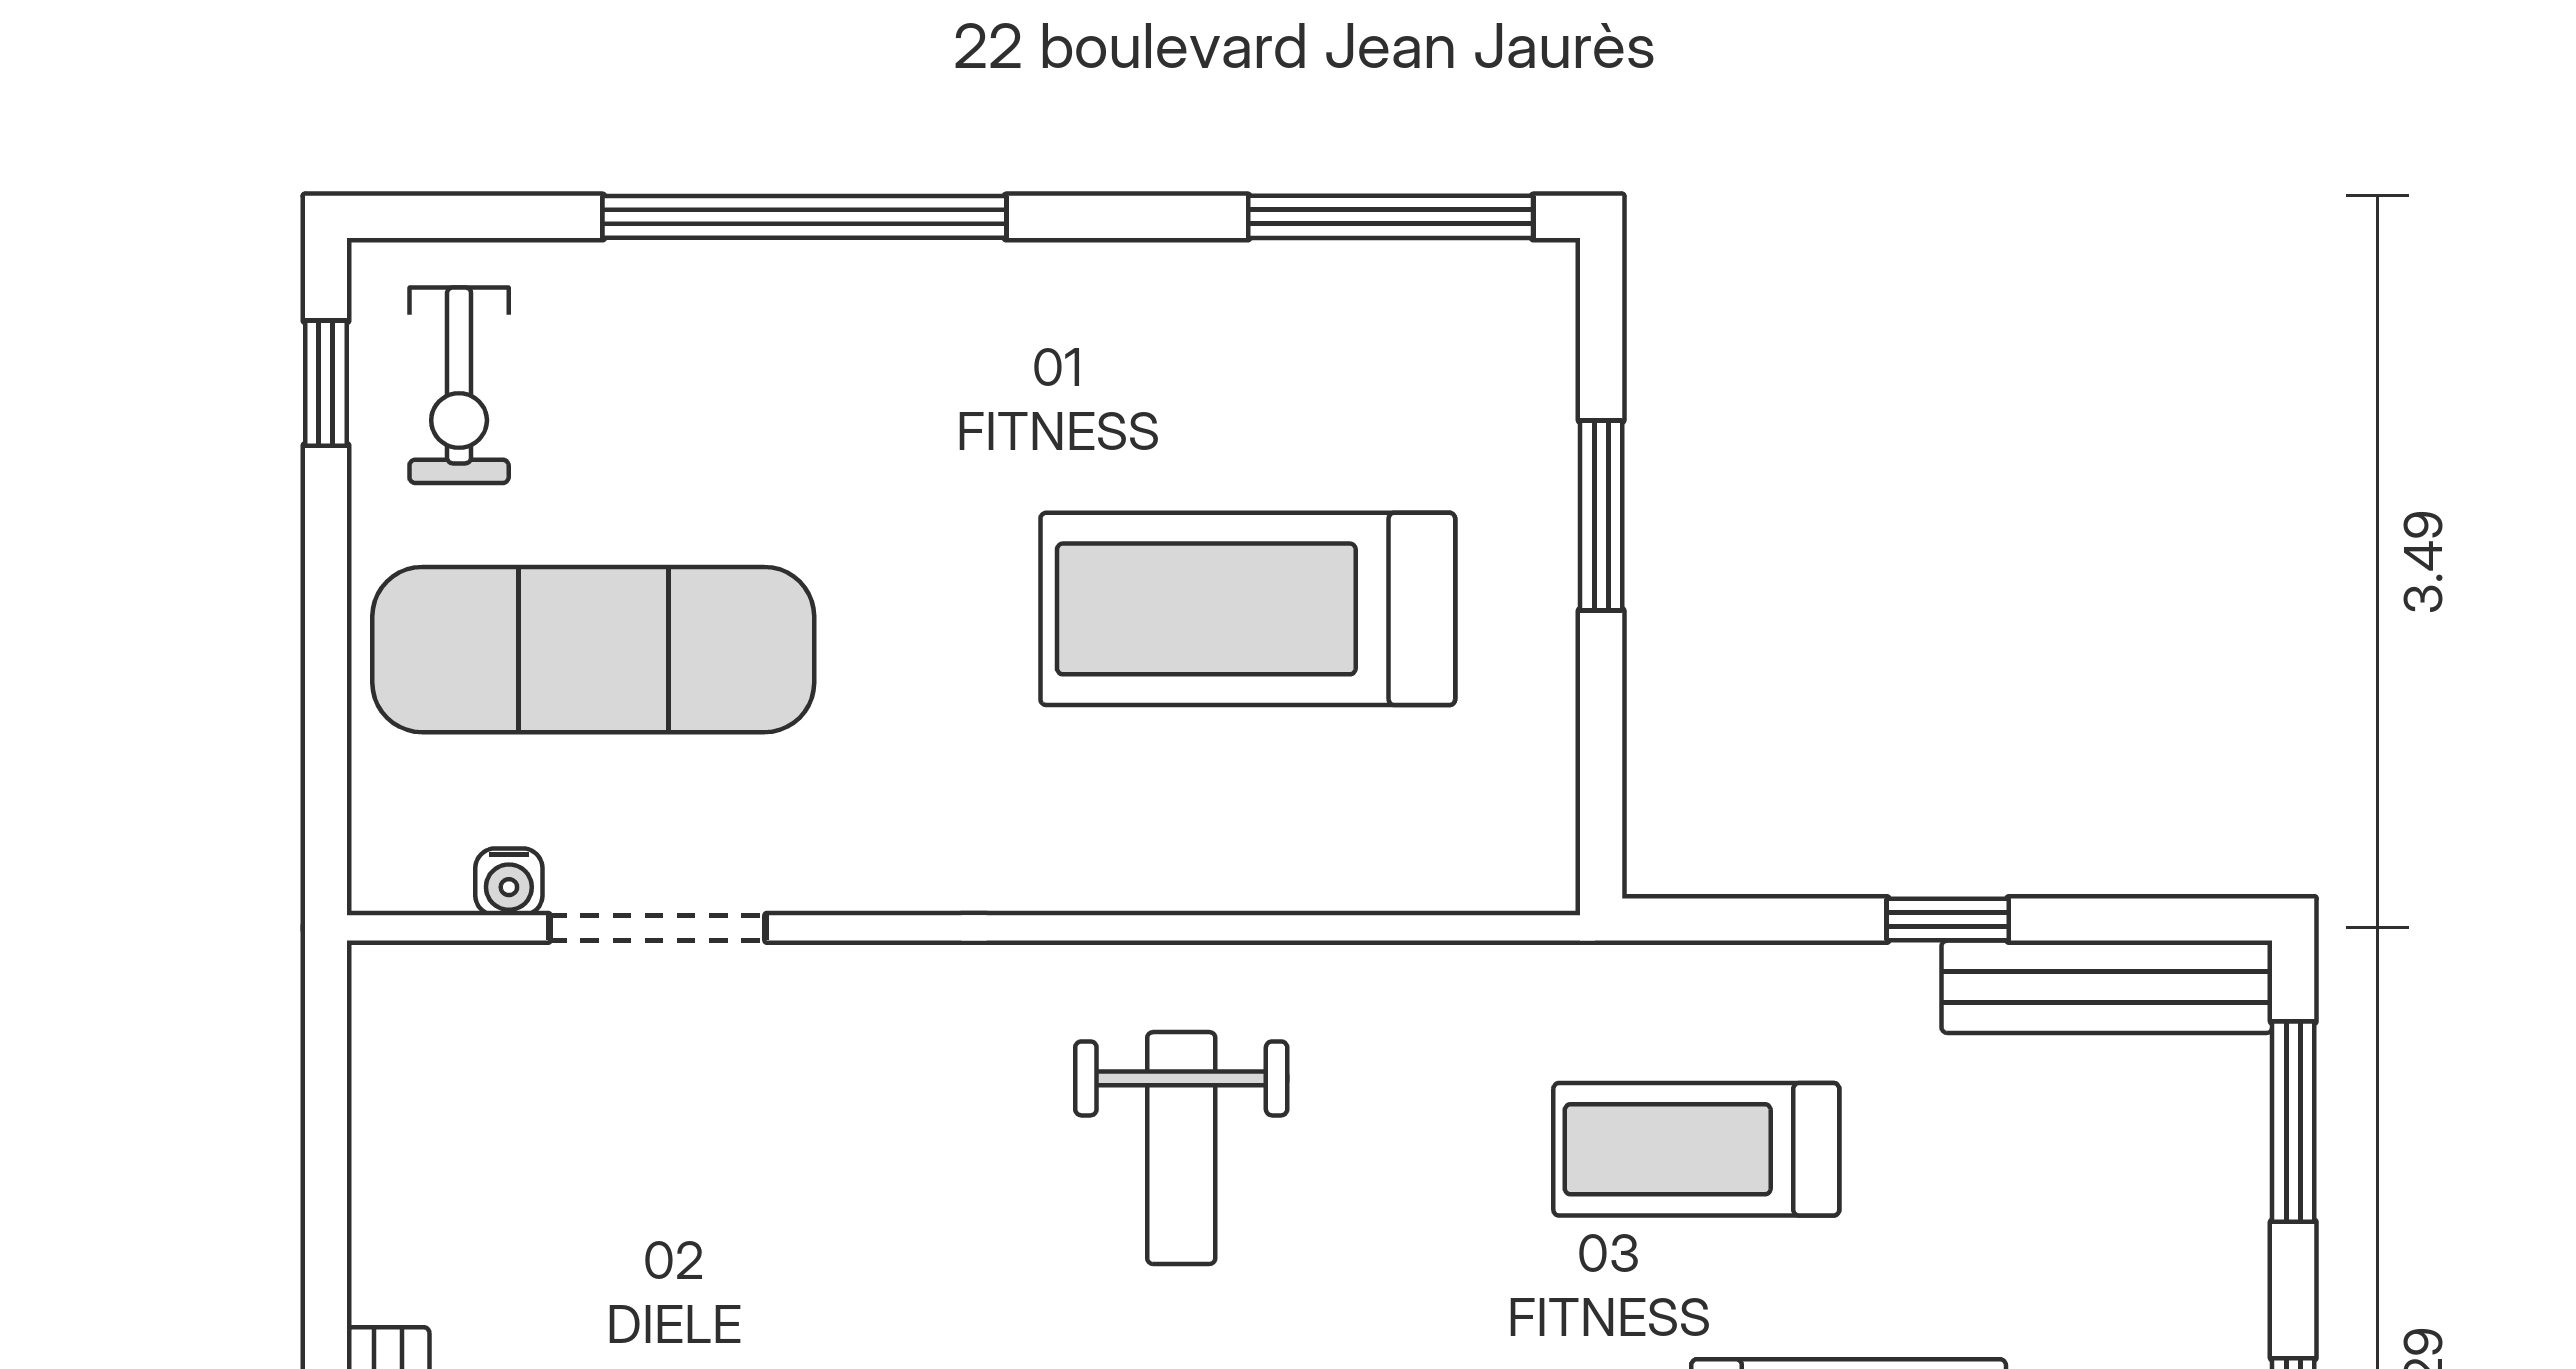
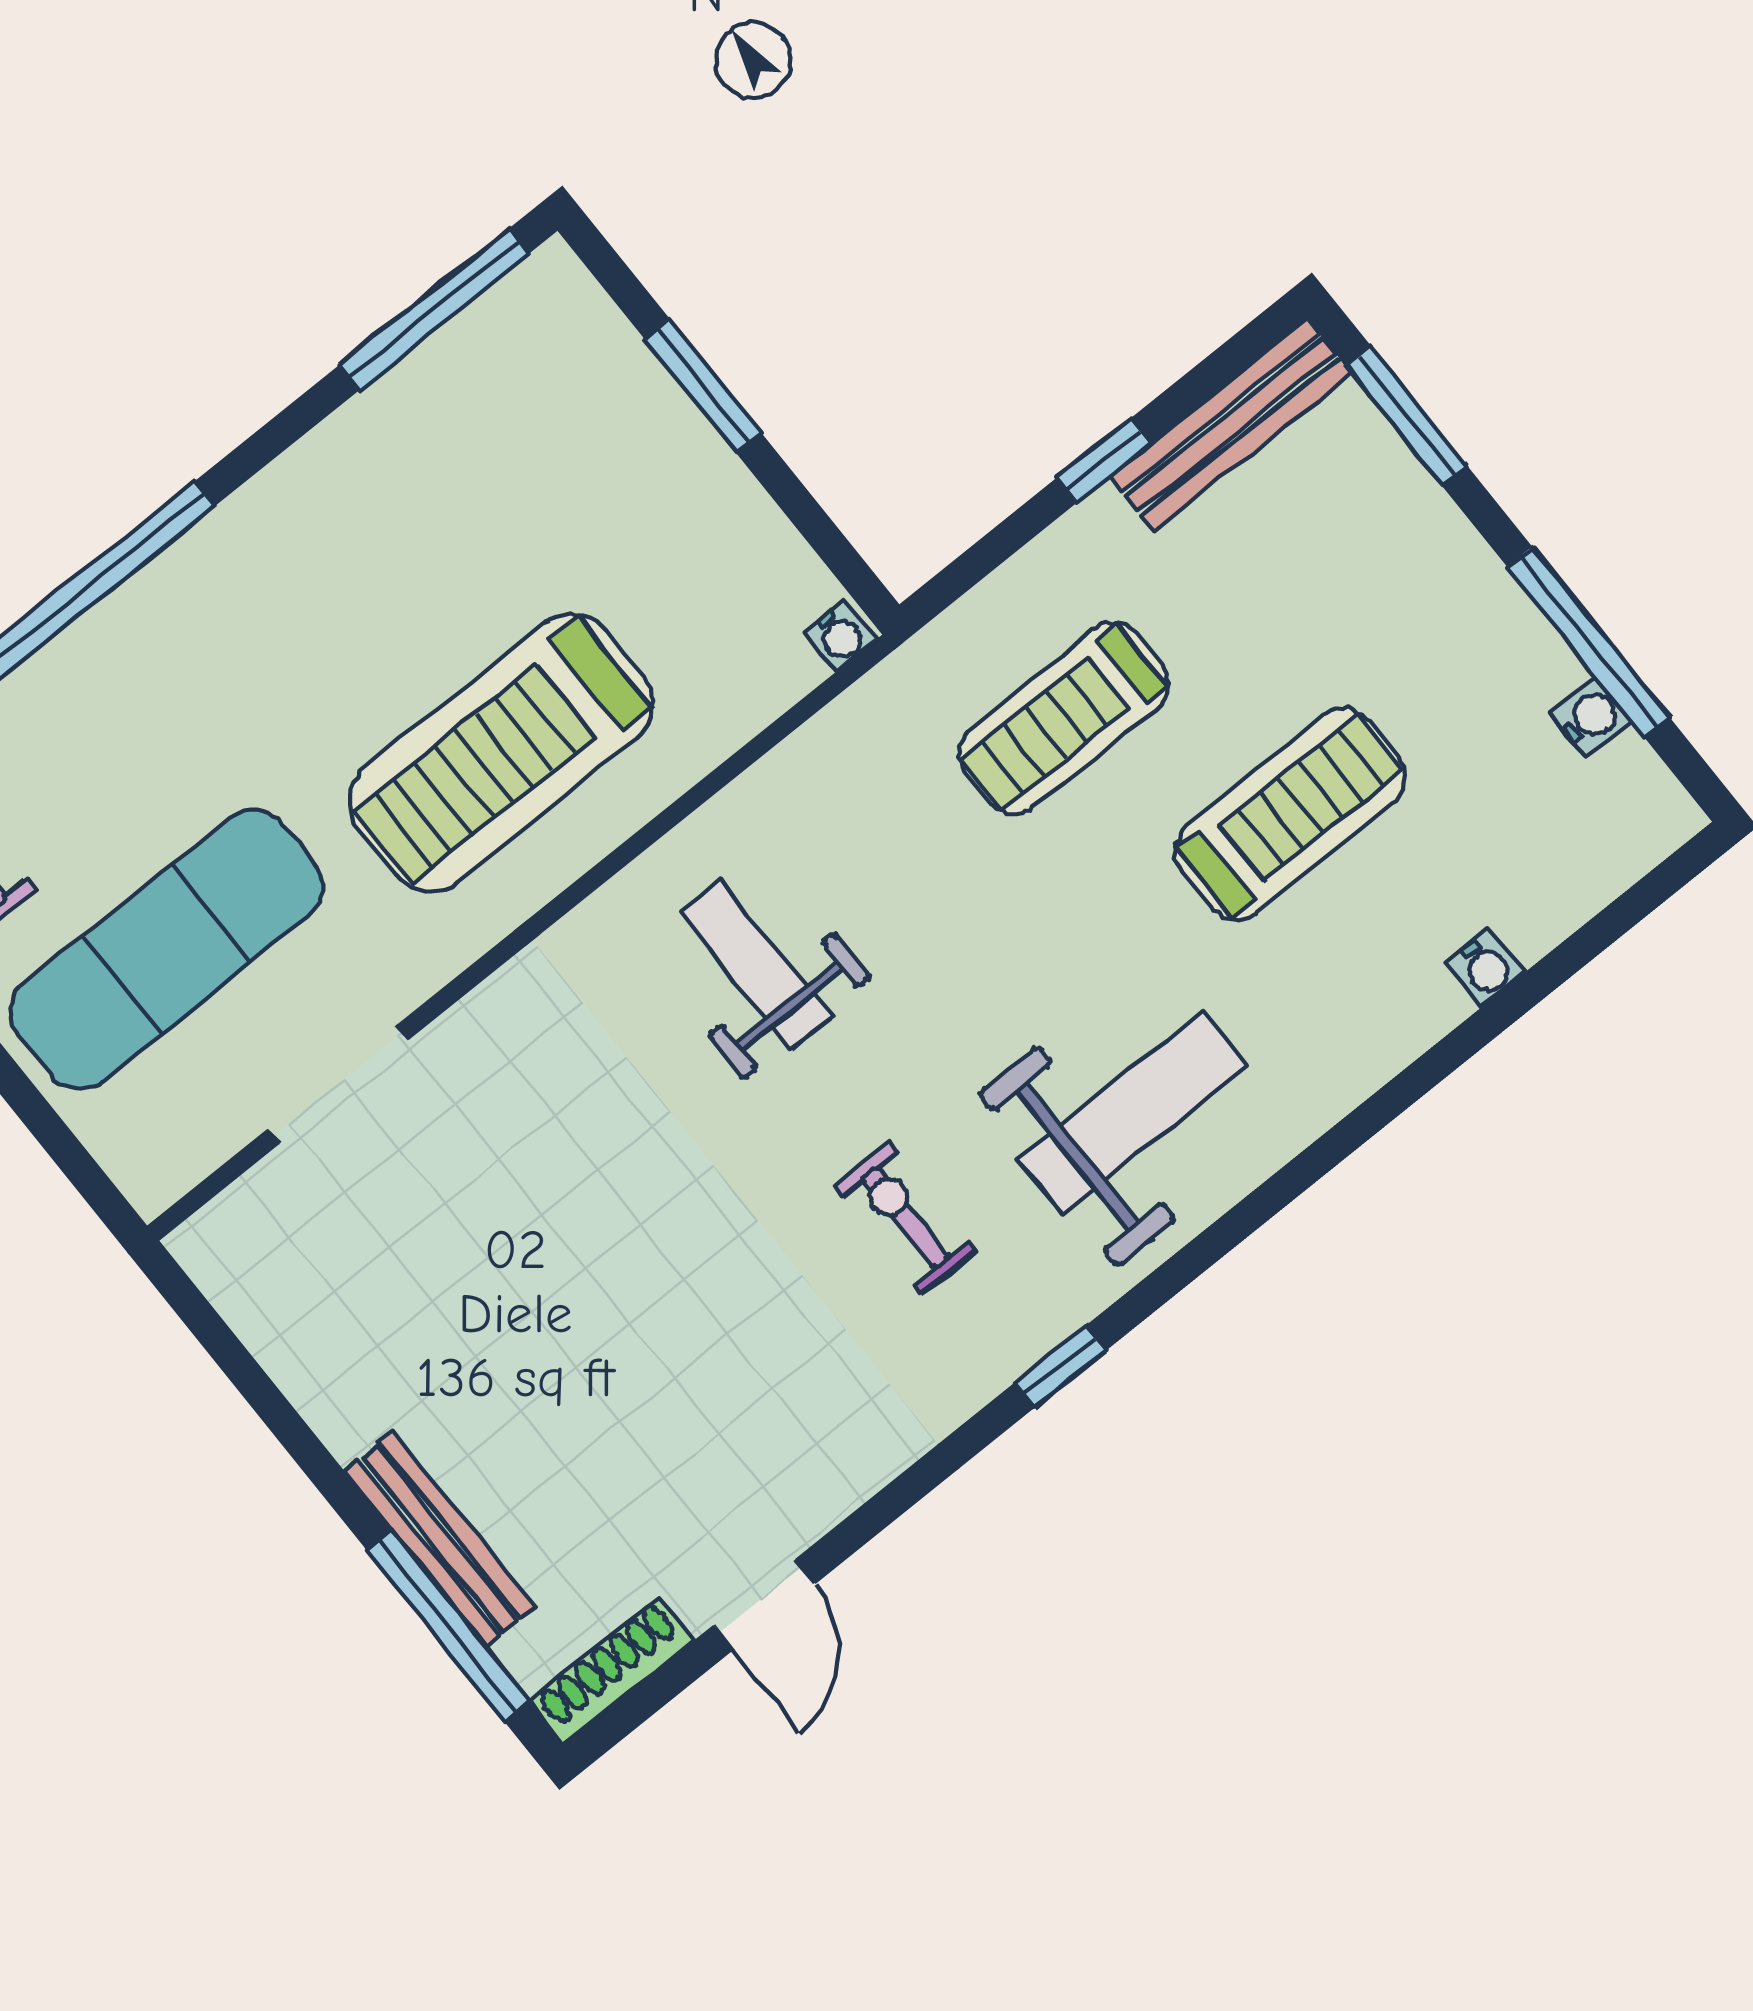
treadmill: (1248, 609) -> (501, 753), moved
water cooler: (509, 882) -> (840, 636), moved
weight bench: (1181, 1148) -> (756, 965), turned 180

